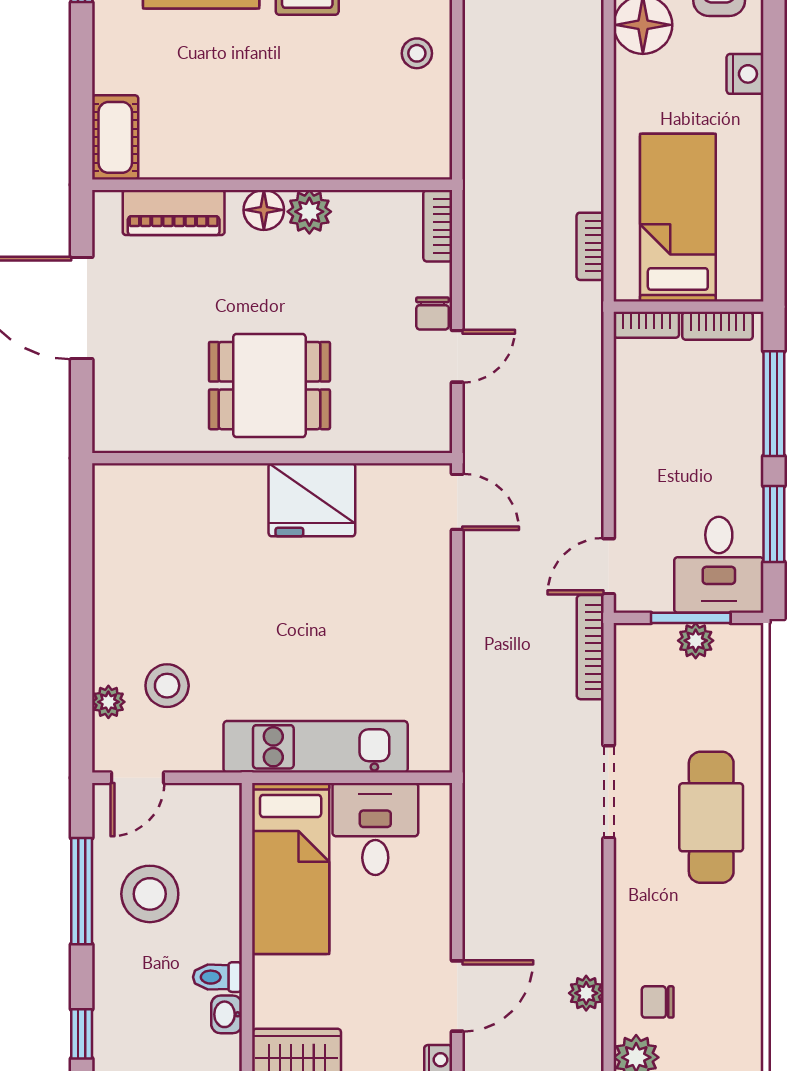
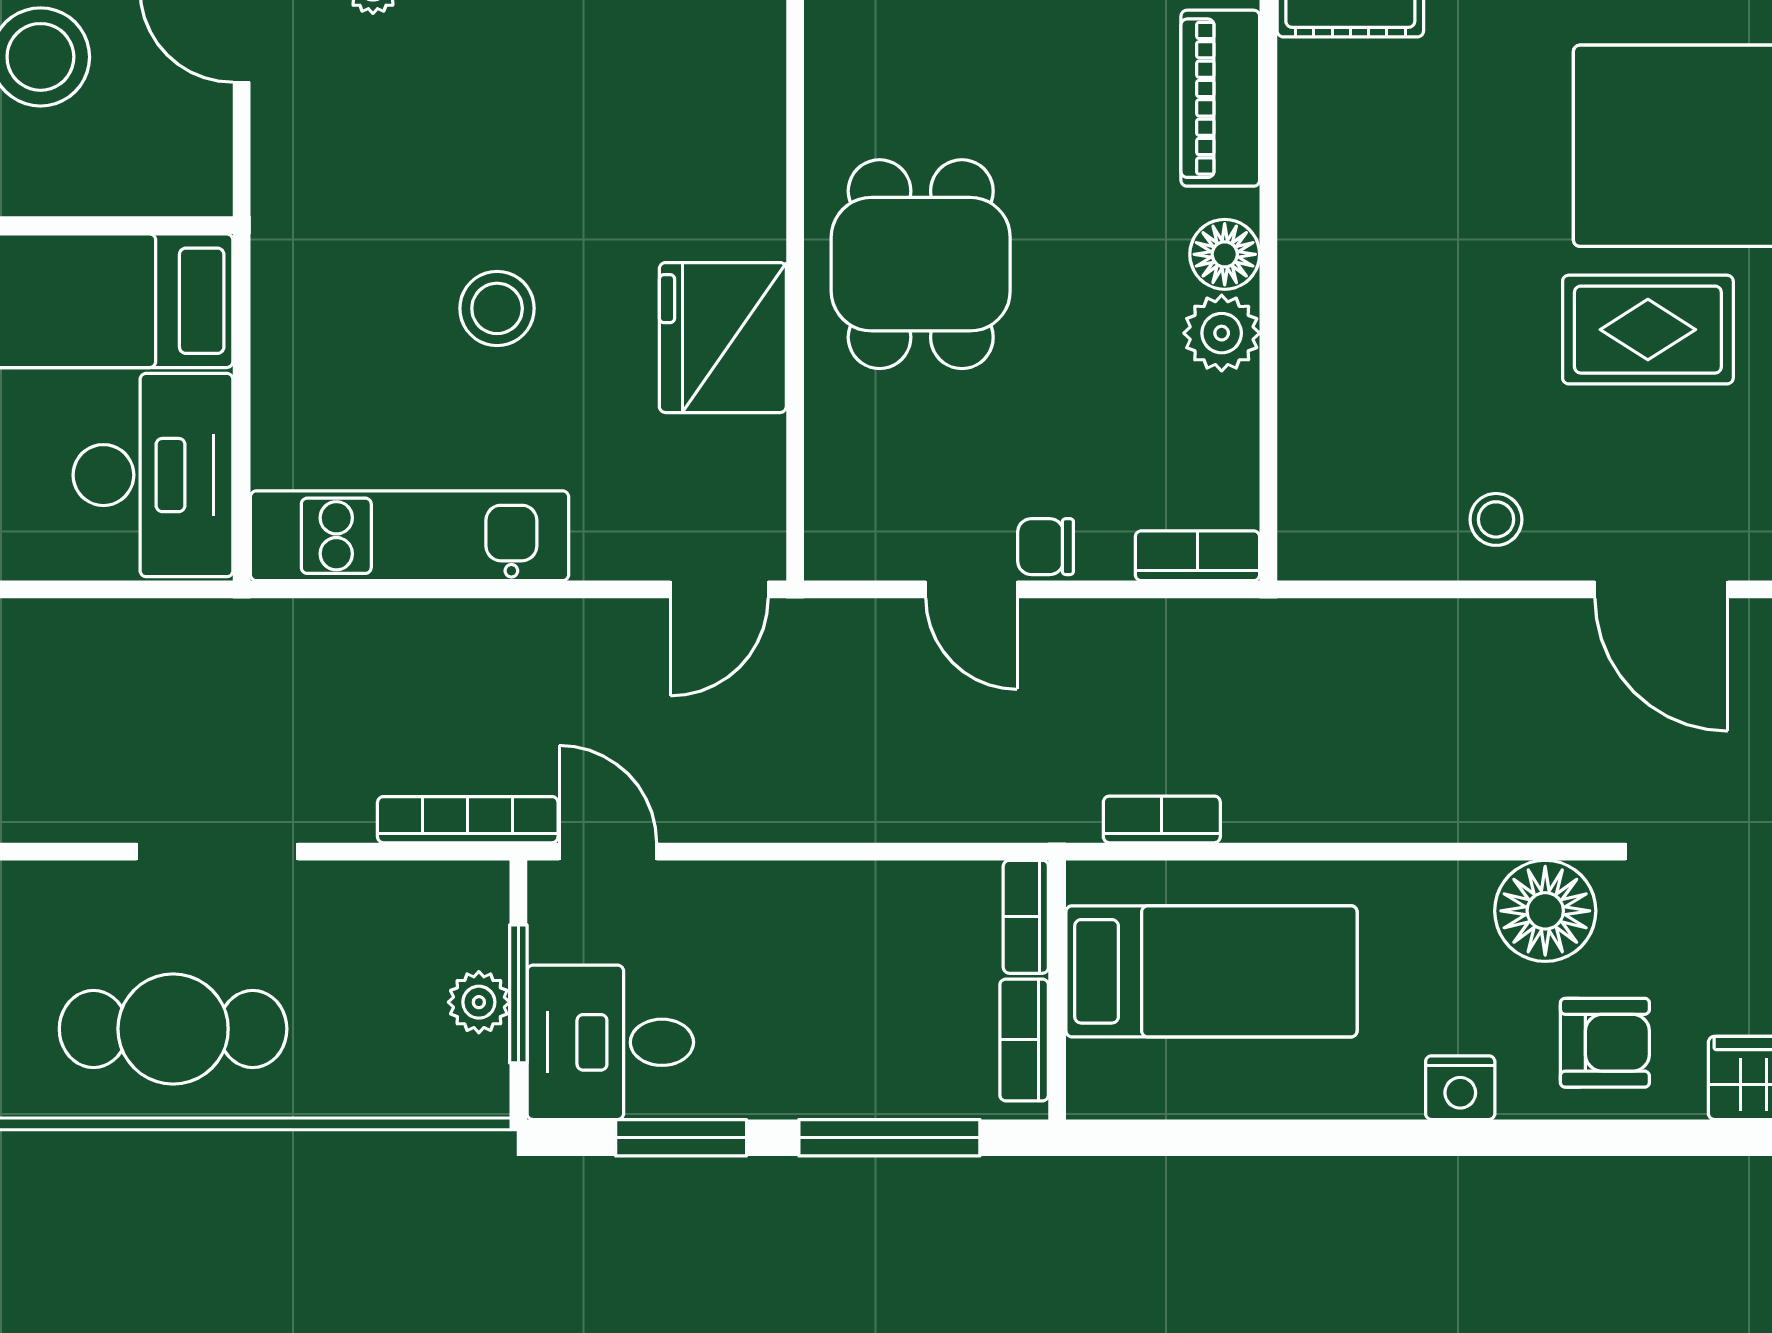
stool: (167, 686) -> (497, 308), moved
kitchen unit: (316, 747) -> (409, 536), moved, turned -90
desk: (375, 829) -> (153, 475), width x1.37

